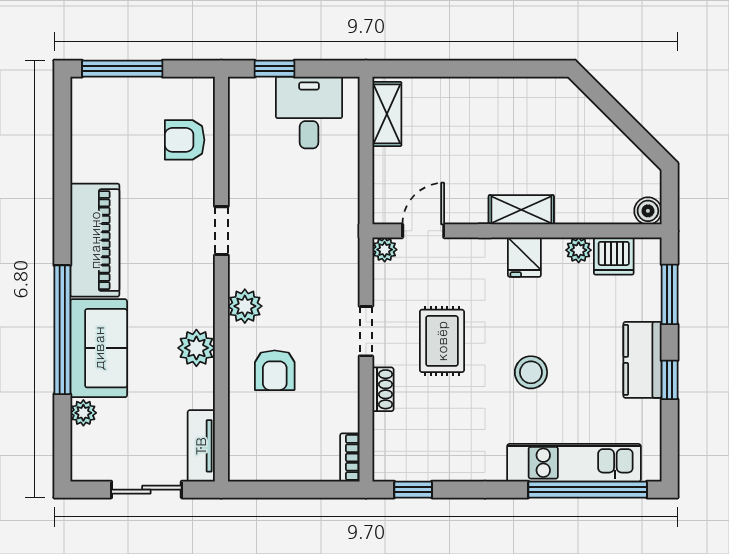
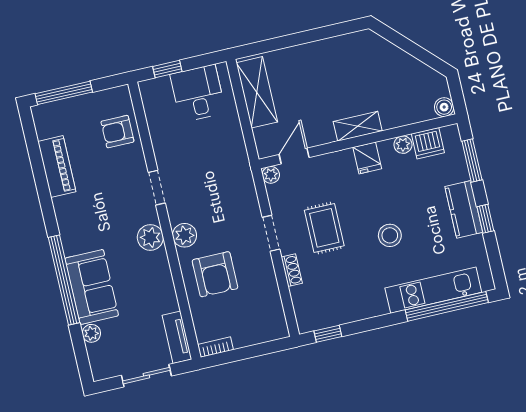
shelving: (387, 114) -> (257, 92), width x1.50, depth x1.33
piano: (95, 240) -> (57, 167), moved, width x0.73, depth x0.75
plant: (196, 348) -> (150, 237), moved
armchair: (275, 370) -> (215, 274), width x1.38, depth x1.38
bookcase: (350, 457) -> (215, 347), moved, turned 90

